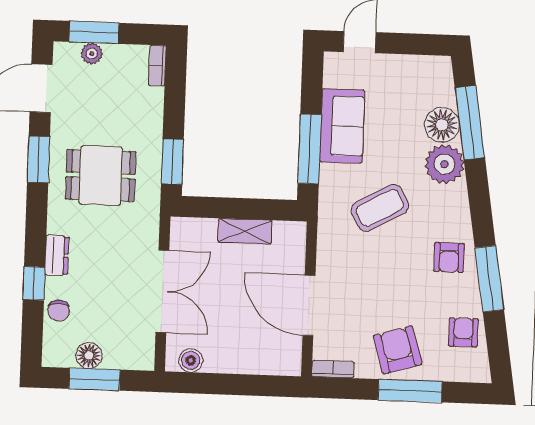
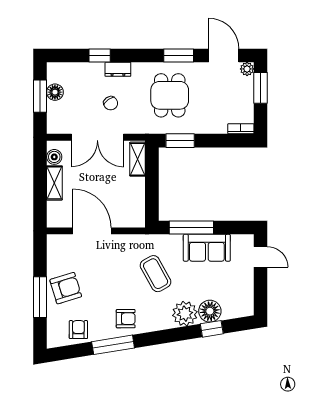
plant: (92, 54) -> (247, 69), moved
window: (470, 123) -> (212, 329), width x0.46
shelving: (245, 231) -> (138, 159), moved
armchair: (449, 258) -> (126, 319), turned 180
door: (309, 305) -> (92, 231), hinge flipped
chair: (59, 311) -> (111, 103), moved, turned -126
armchair: (463, 332) -> (78, 330), turned -90
shelving: (232, 362) -> (54, 183), added
bookcase: (333, 369) -> (52, 248), removed

